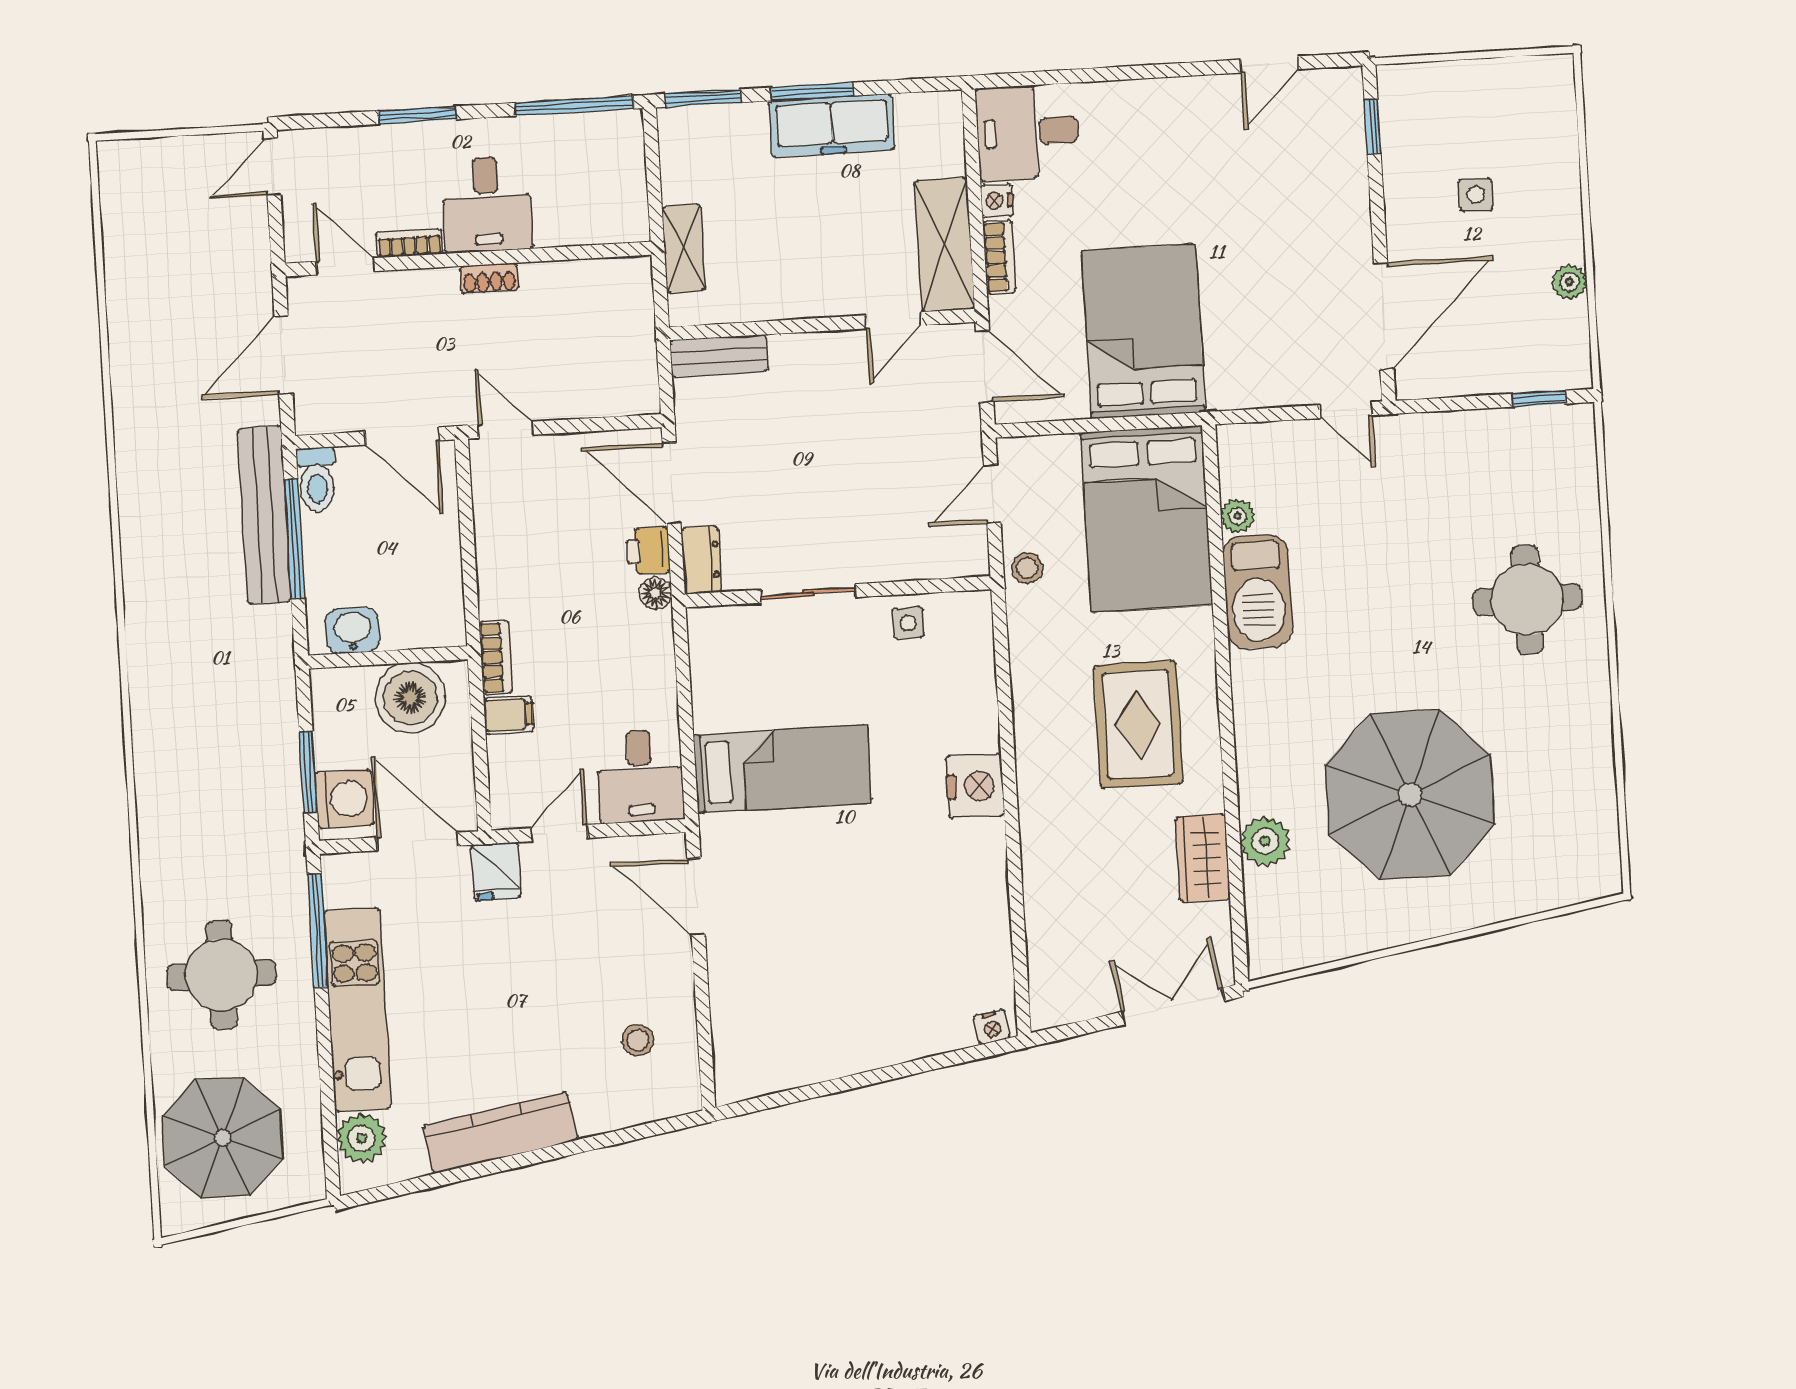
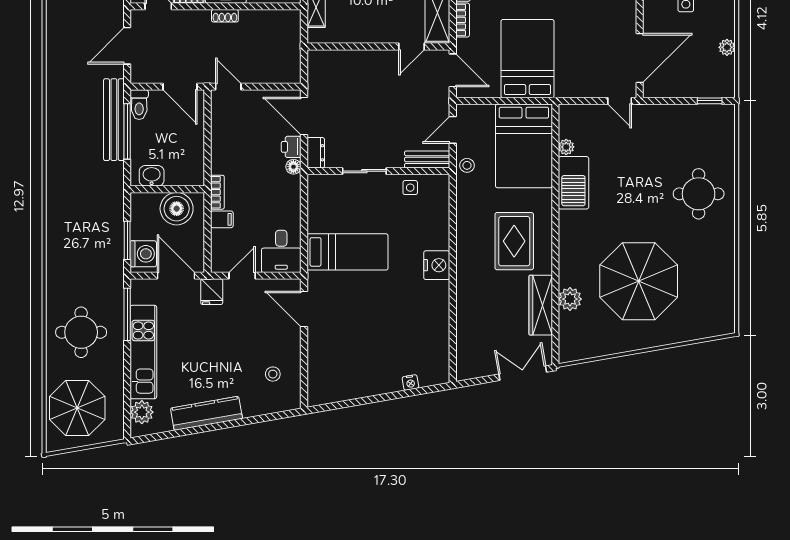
bench: (719, 356) -> (427, 160), moved
wardrobe: (1203, 858) -> (541, 305), width x1.50
nightstand: (992, 1027) -> (410, 382), moved

